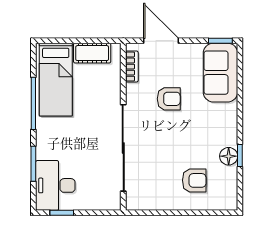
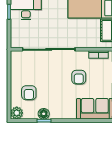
plant: (227, 200) -> (17, 113), added

